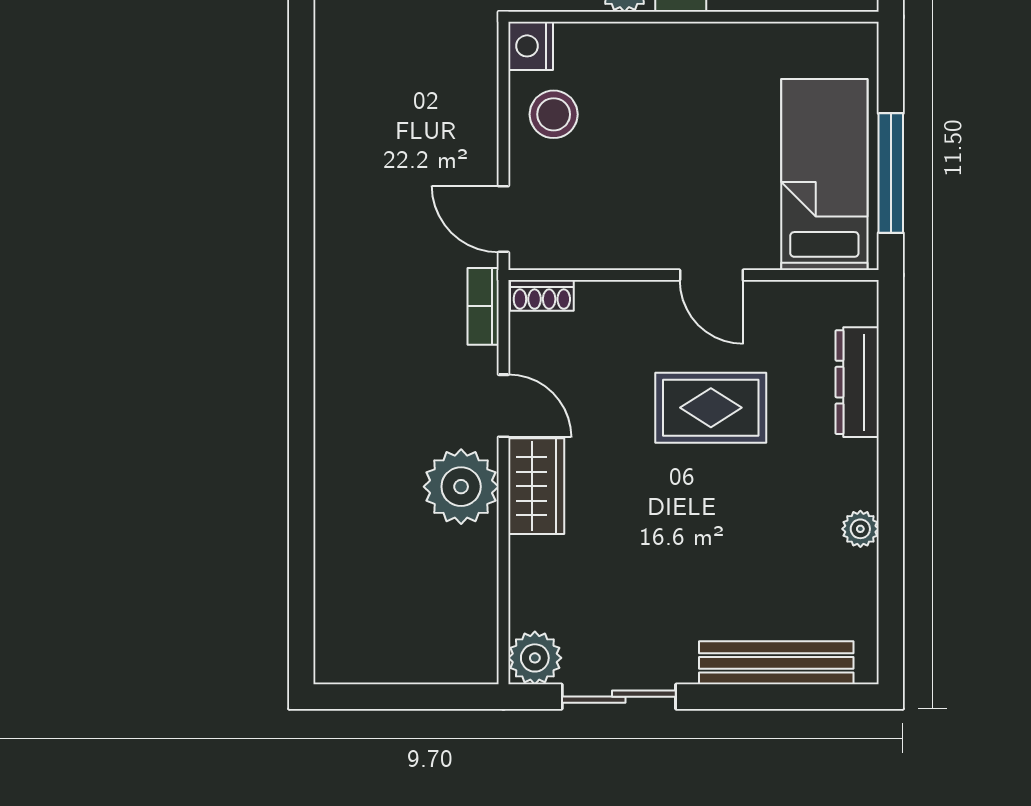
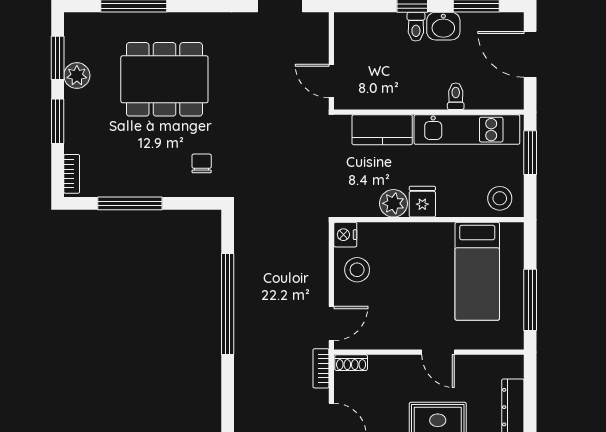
bed: (824, 175) -> (477, 271), moved, turned 180
window: (301, 181) -> (228, 304), added
door: (503, 219) -> (331, 323), swing flipped

